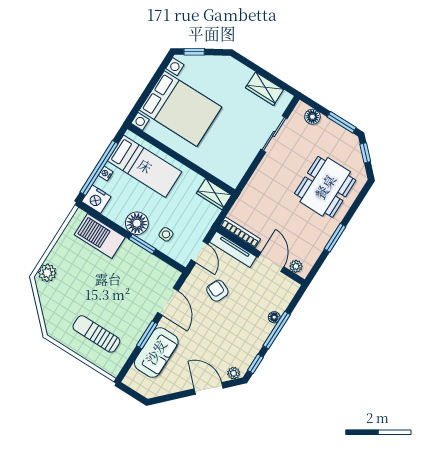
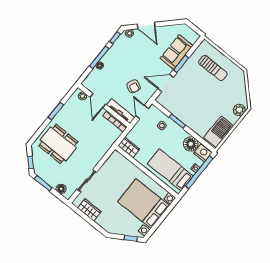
dining table: (325, 187) -> (58, 144), turned 90
floor lamp: (137, 223) -> (191, 144), moved
barbecue: (100, 236) -> (219, 132), moved, turned -90
door: (168, 302) -> (166, 83), hinge flipped

